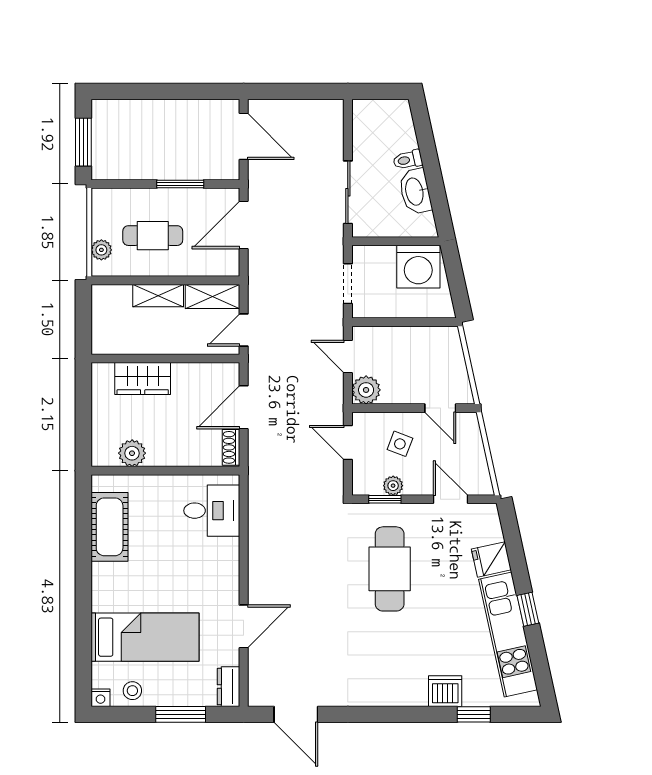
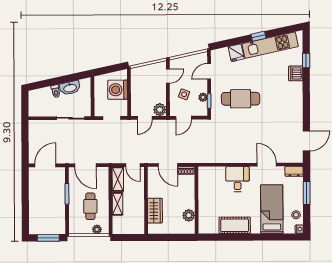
washing machine: (418, 267) -> (118, 90), moved, turned 180
desk: (212, 511) -> (238, 179), moved
cot: (110, 527) -> (235, 225), moved

